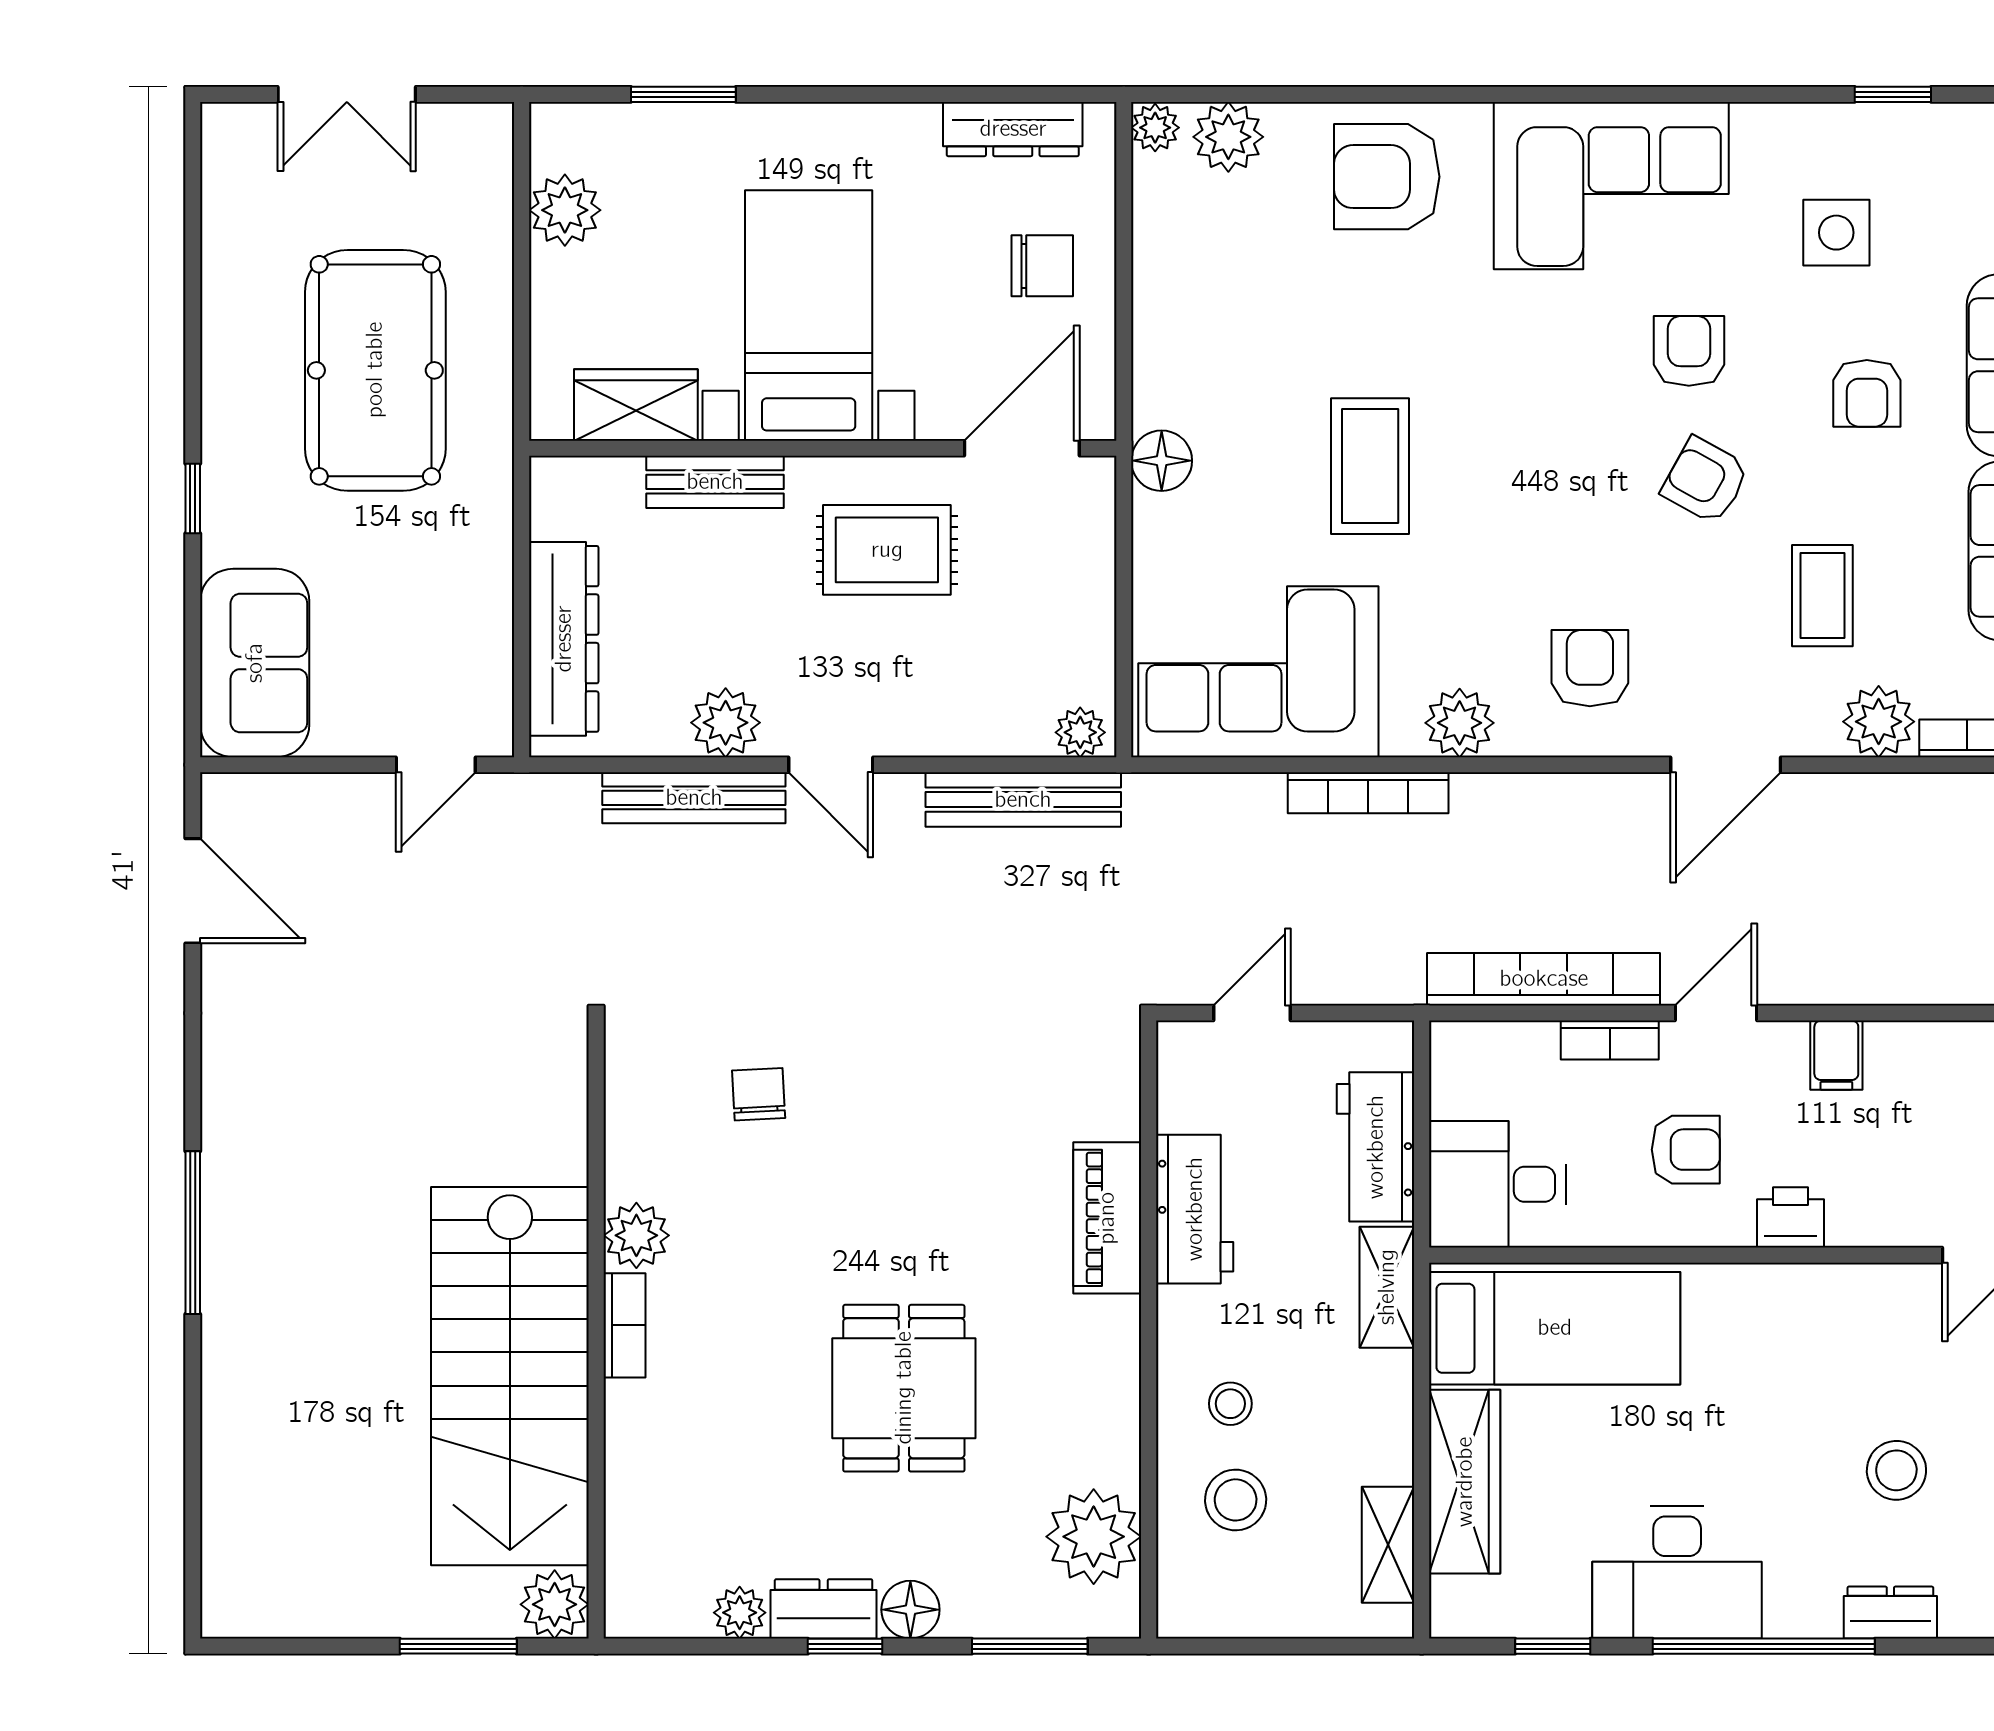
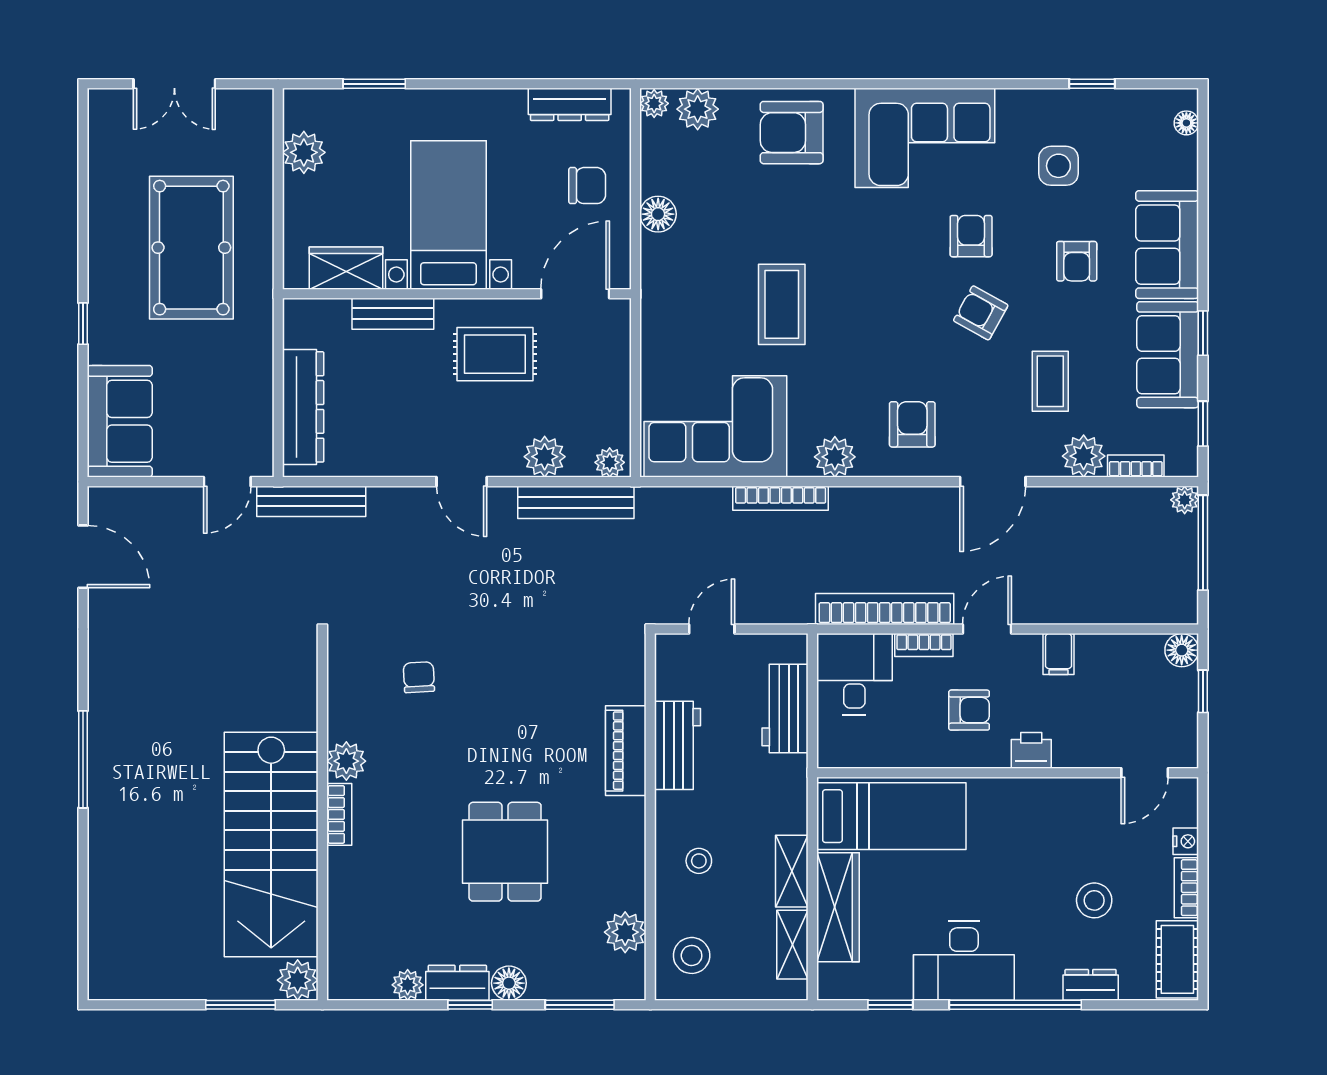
floor lamp: (1162, 461) -> (658, 214), moved
plant: (726, 723) -> (545, 457), moved
bench: (694, 798) -> (311, 501), moved
desk: (1497, 1184) -> (854, 674), moved, turned 90
shelving: (1387, 1287) -> (792, 871), moved
stool: (1236, 1500) -> (692, 955), moved
plant: (1094, 1537) -> (625, 932), width x0.73, depth x0.73

